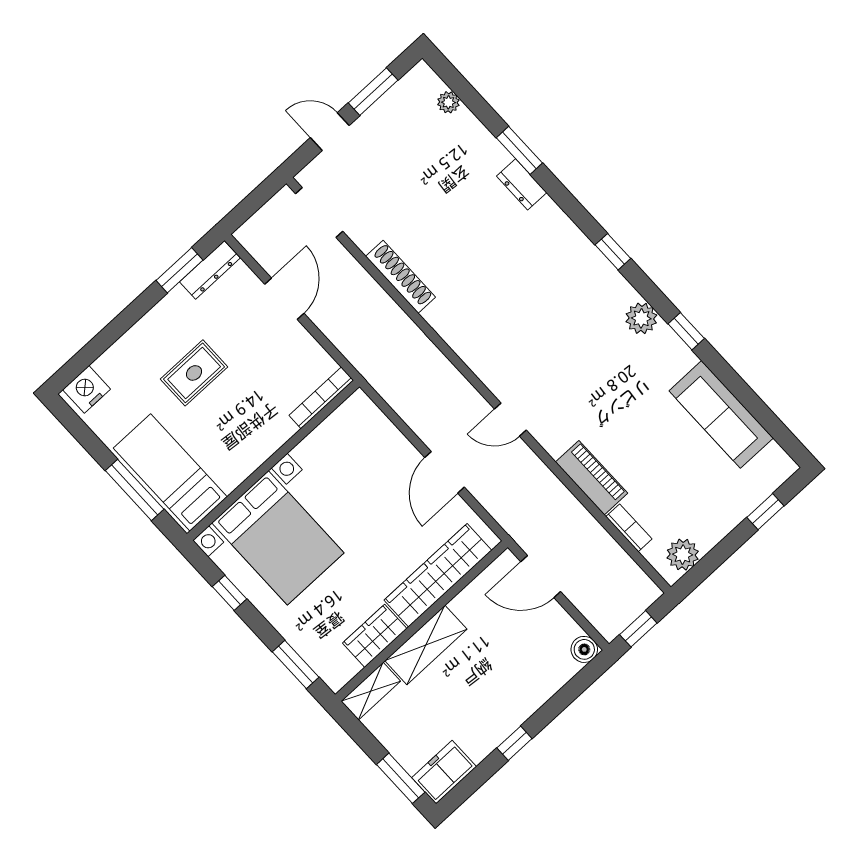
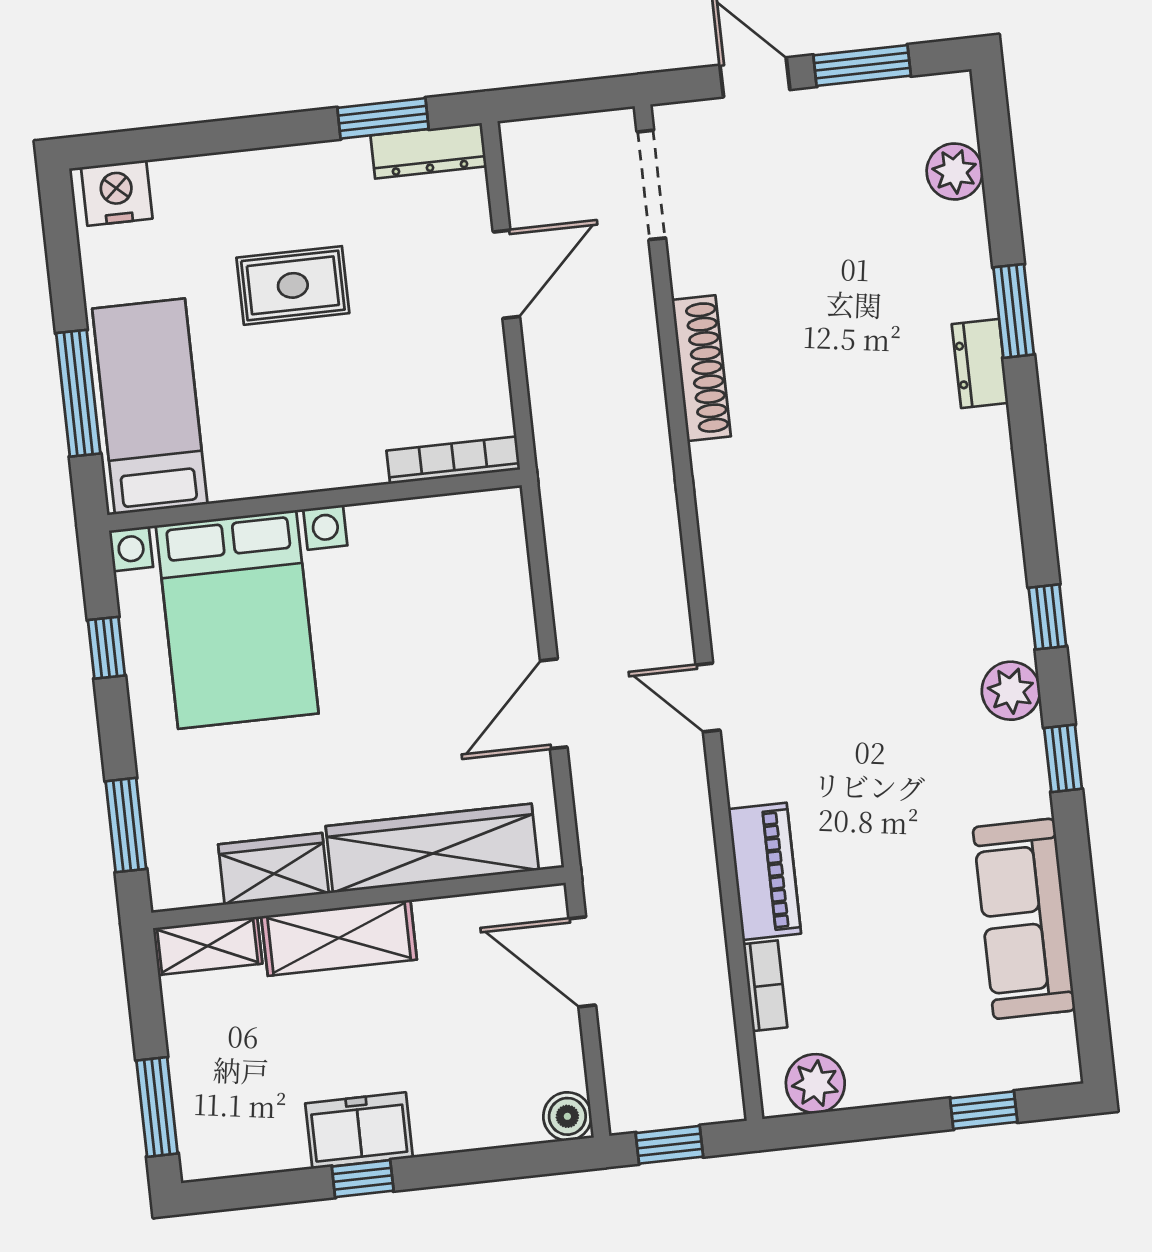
plant: (448, 102) -> (955, 171), width x1.38, depth x1.38
window: (613, 252) -> (1047, 617), moved
freezer: (444, 772) -> (359, 1130), moved

